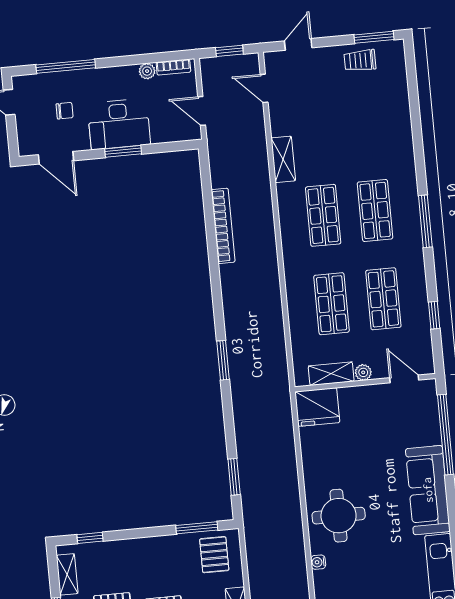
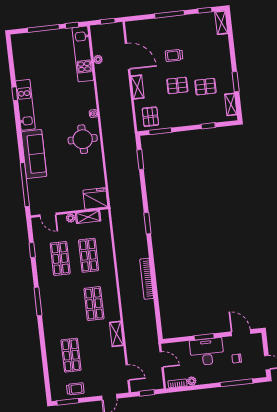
shop shelf: (375, 210) -> (71, 355), moved
bookcase: (223, 226) -> (147, 279), moved
window: (90, 538) -> (208, 126), moved

